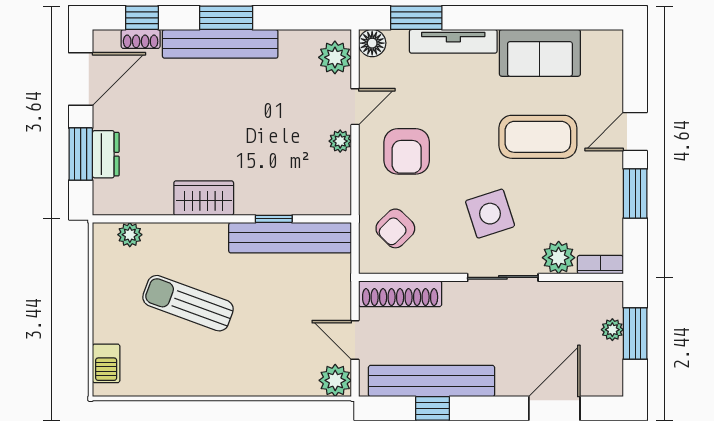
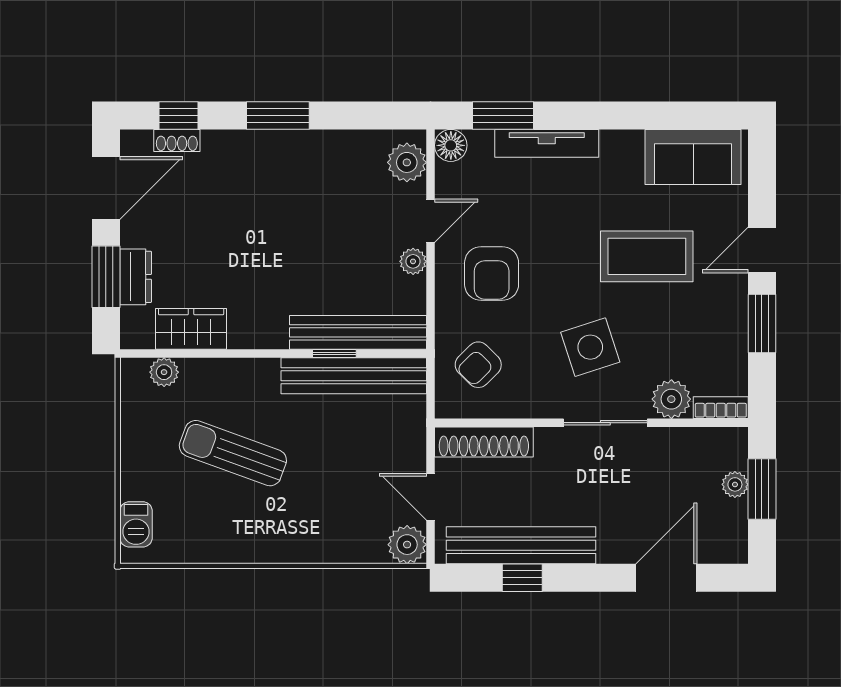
bench: (220, 44) -> (358, 332), moved
sofa: (540, 53) -> (693, 157), moved
wardrobe: (204, 198) -> (191, 329), moved

